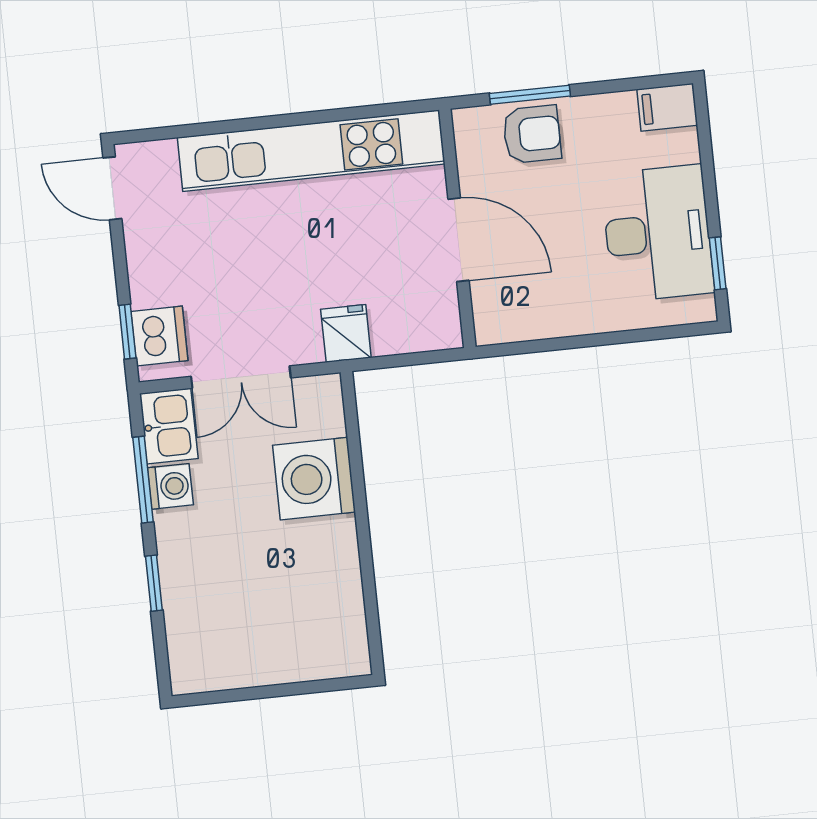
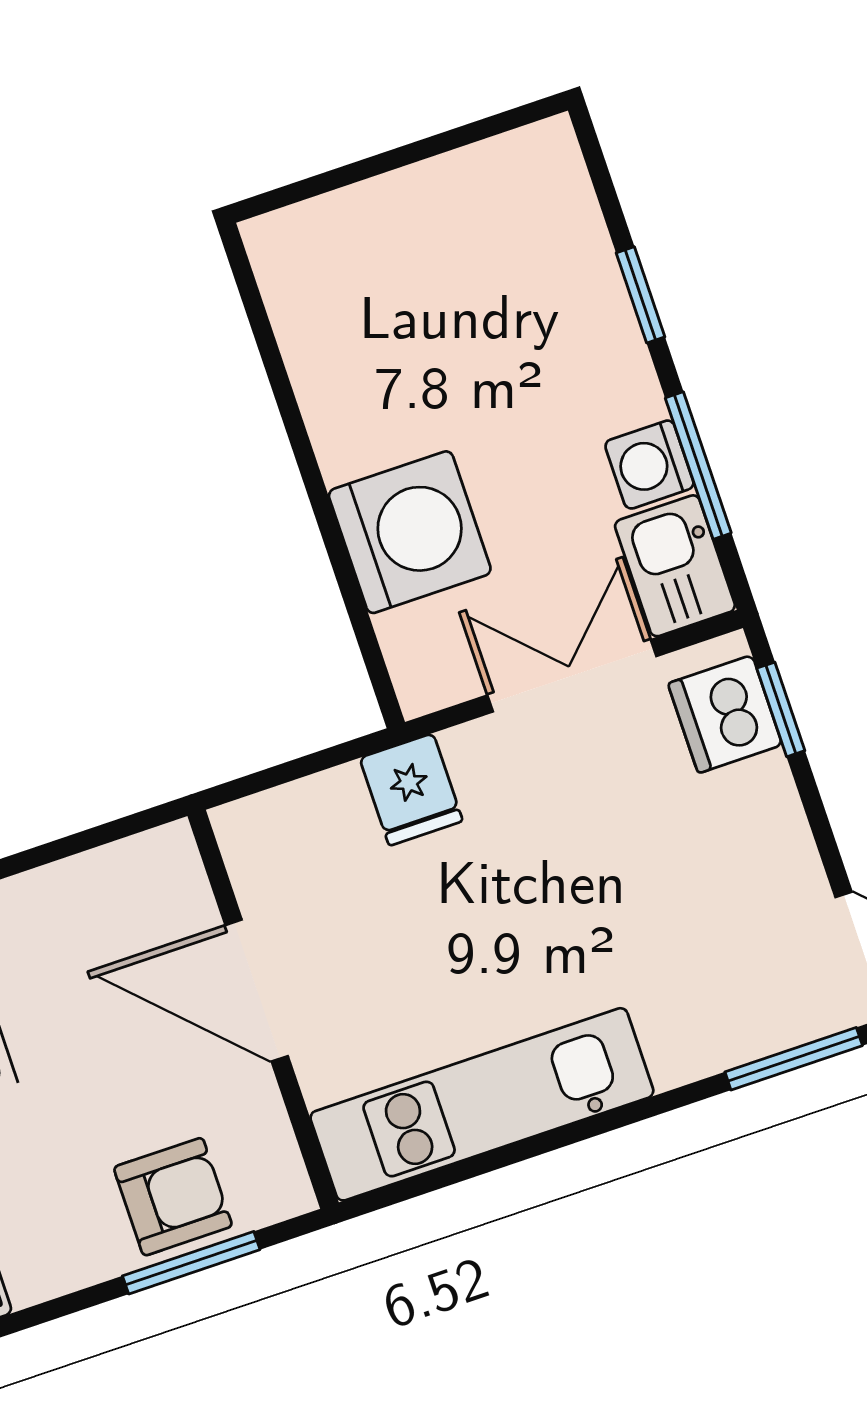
window: (165, 133) -> (794, 1059), added
armchair: (532, 134) -> (173, 1197), turned 180
kitchen unit: (311, 151) -> (482, 1104), width x0.73

